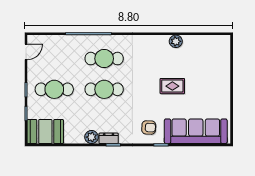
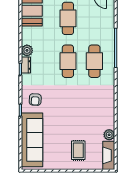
plant: (176, 41) -> (109, 135), moved
fireplace: (214, 42) -> (109, 155), added
rug: (172, 86) -> (78, 150), moved

